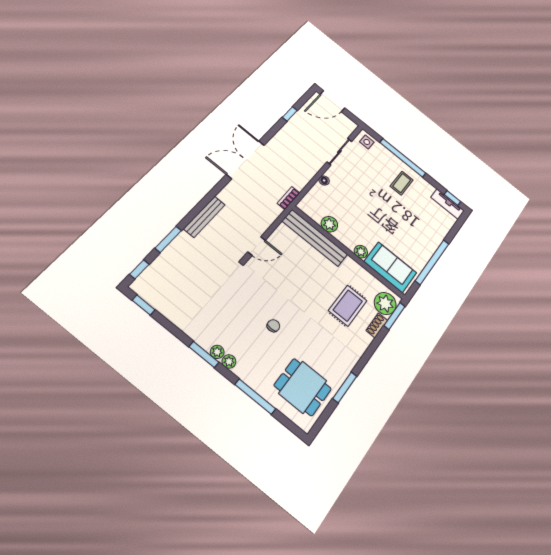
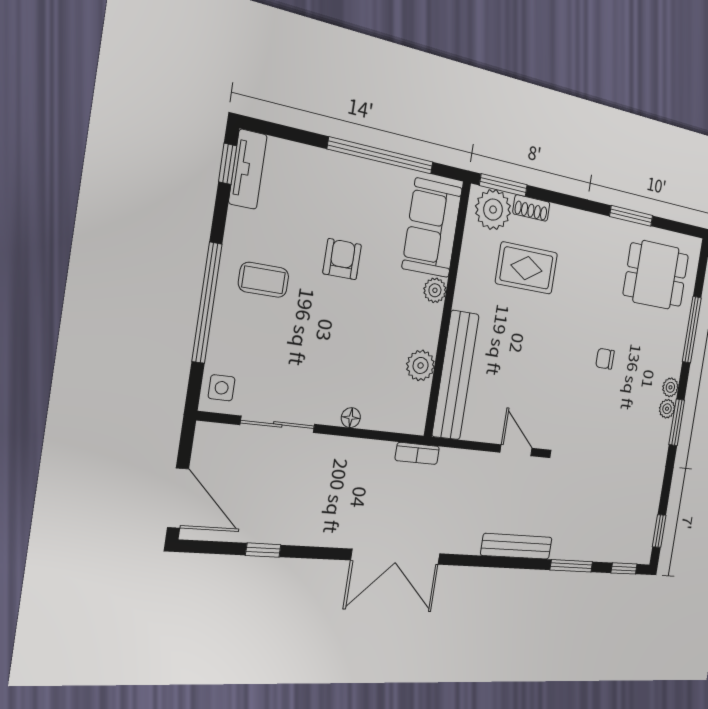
armchair: (395, 219) -> (342, 259), added
dining table: (303, 387) -> (656, 275), turned 90

